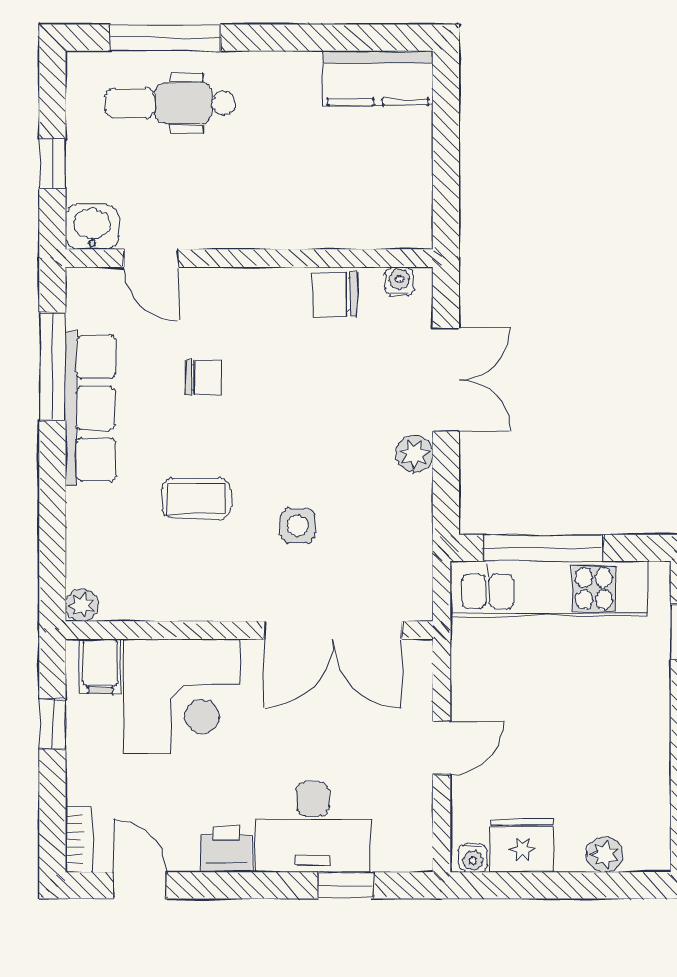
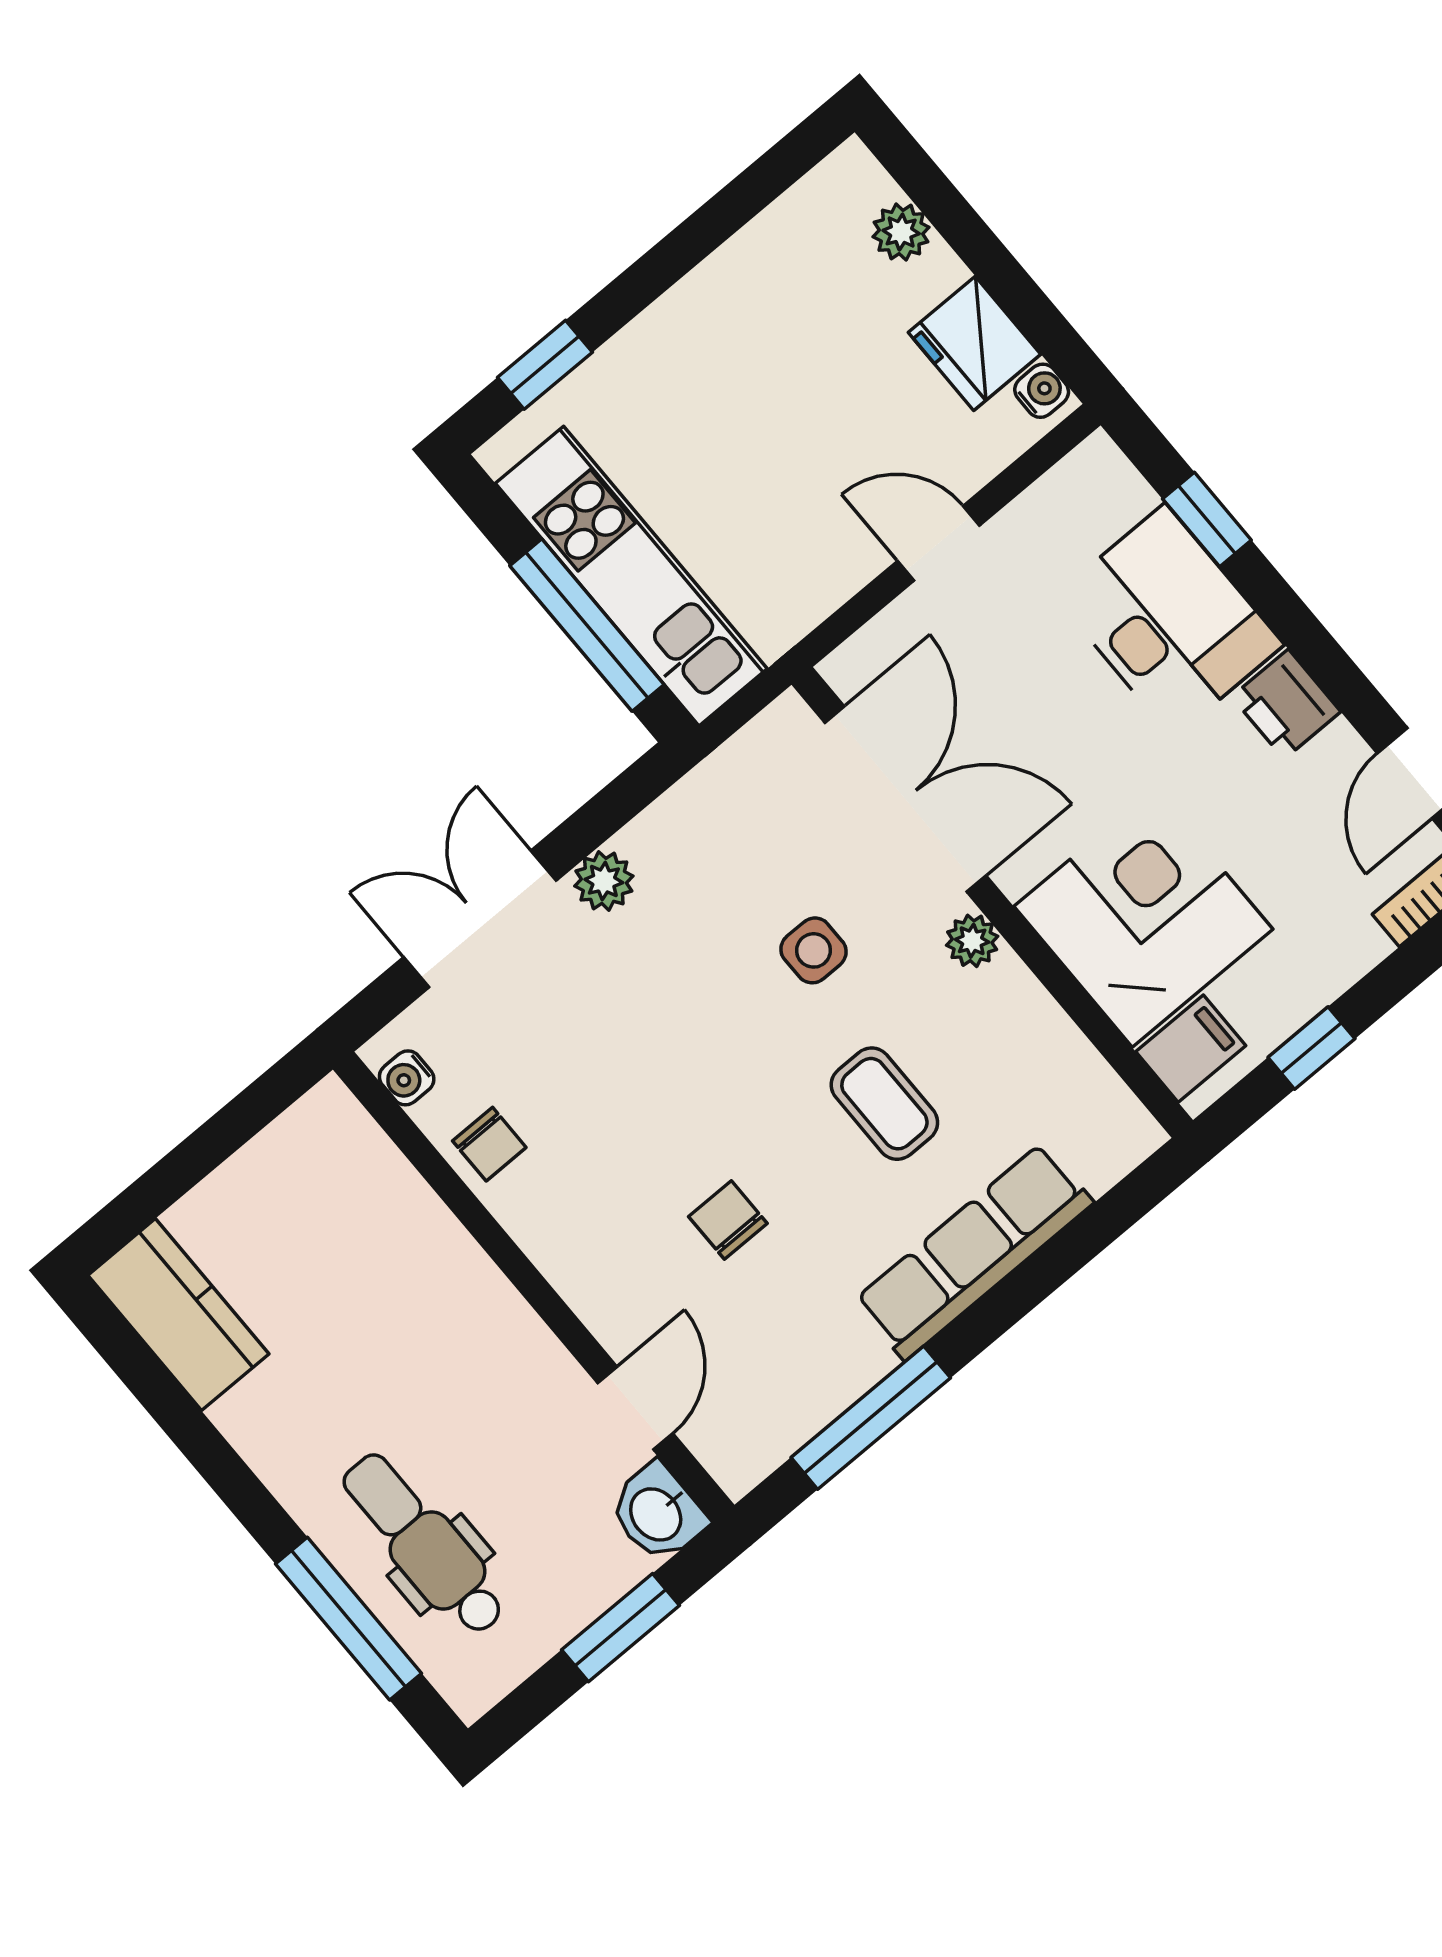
dental chair: (170, 103) -> (424, 1544), turned 180
window: (52, 163) -> (621, 1628), width x1.50
chair: (335, 294) -> (489, 1144), width x0.73, depth x0.73
row of seats: (90, 408) -> (974, 1251), moved
plant: (82, 605) -> (972, 941), moved

